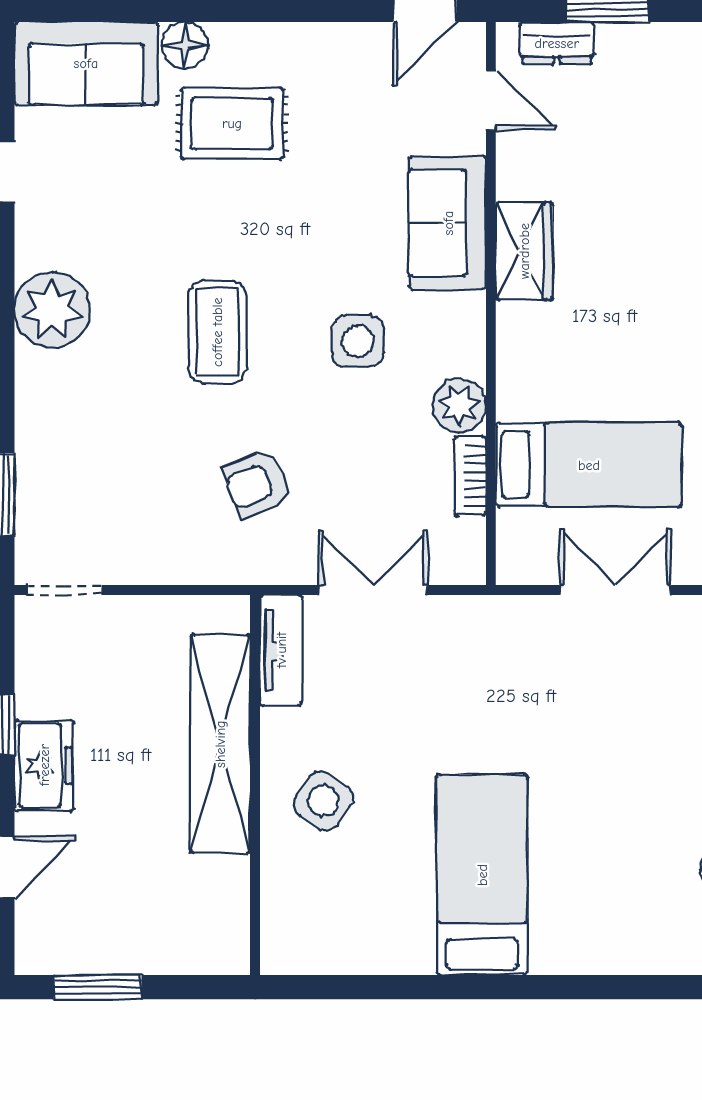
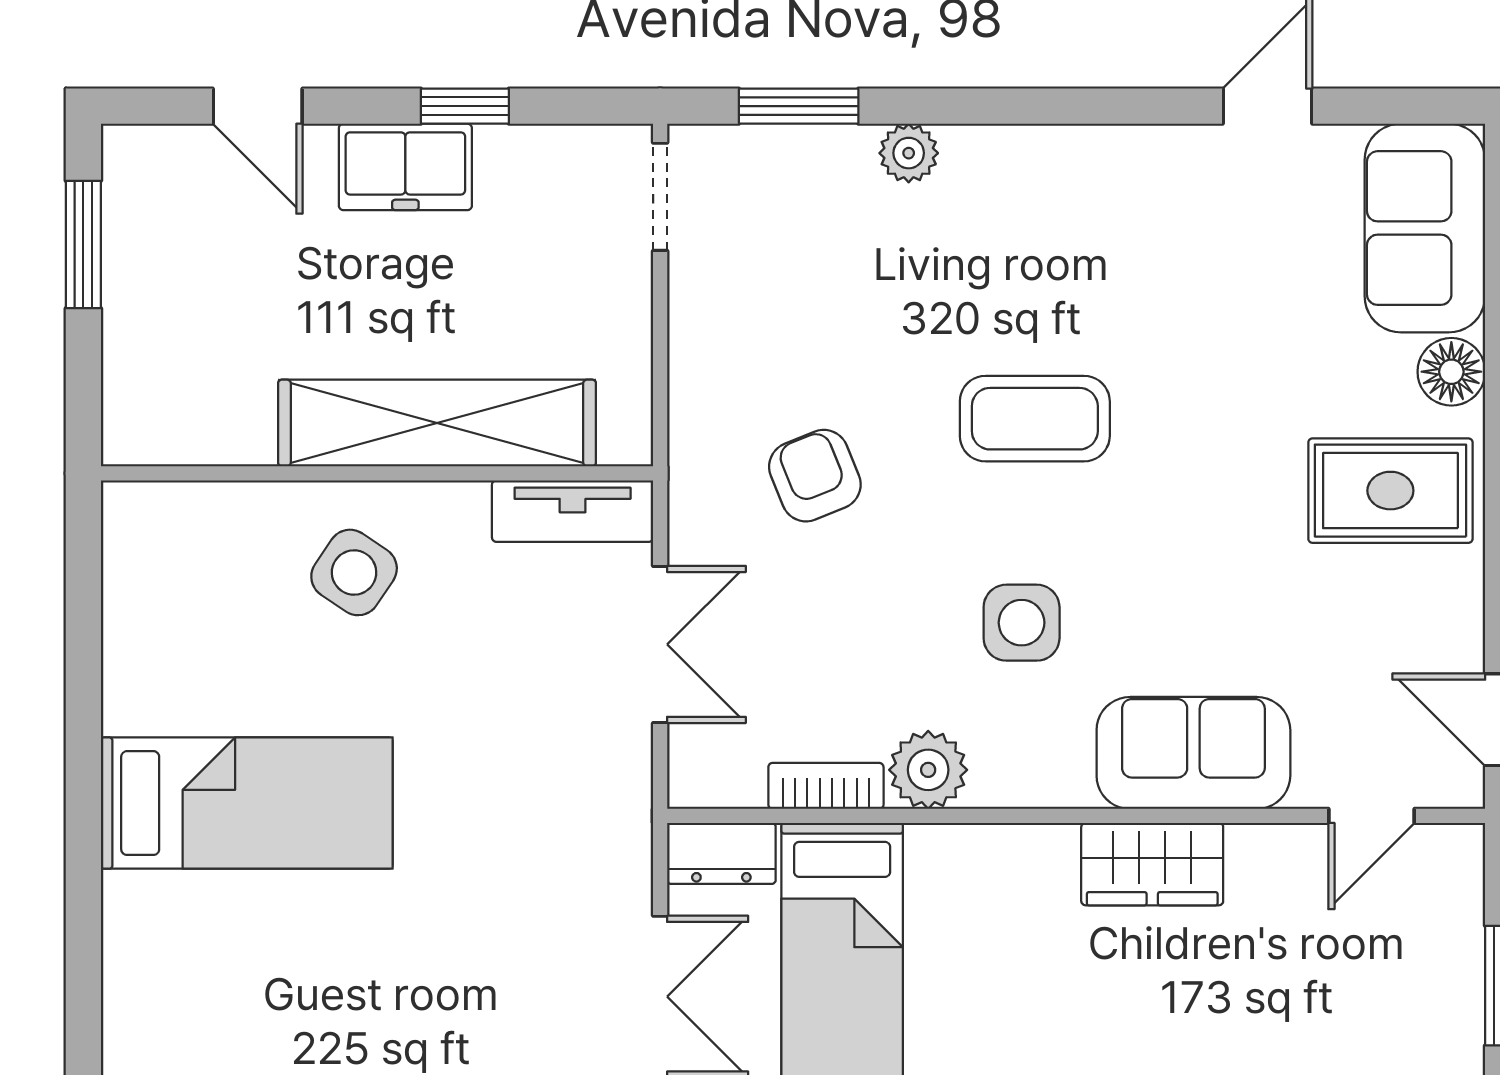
dresser: (557, 43) -> (721, 853), moved, turned -90
rug: (232, 123) -> (1390, 491), moved, turned 90
plant: (52, 310) -> (909, 153), moved, width x0.53, depth x0.53

